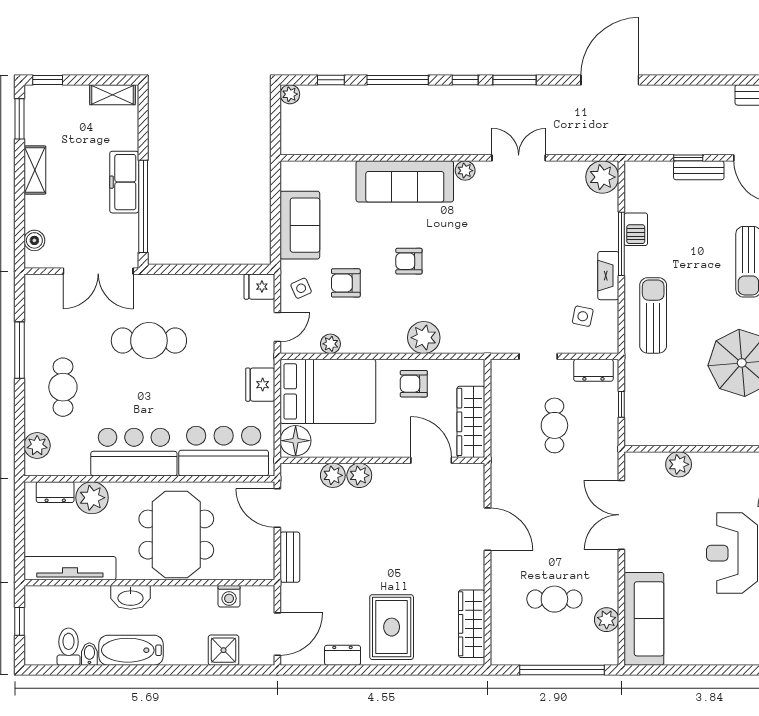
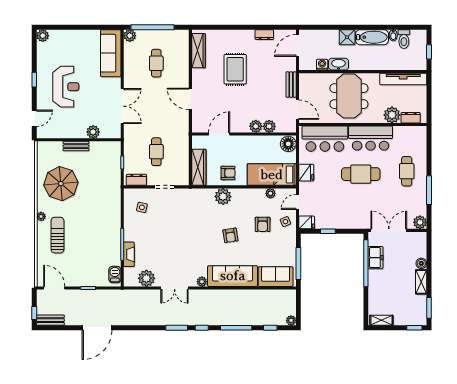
door: (610, 80) -> (97, 328), moved
bench: (699, 170) -> (76, 146), moved
plant: (602, 177) -> (146, 278), moved
freezer: (124, 182) -> (376, 258), moved, width x0.71
window: (276, 206) -> (298, 264), added
sofa: (300, 225) -> (276, 277), moved, turned 90
barbecue: (636, 229) -> (115, 275), moved
boiler: (34, 240) -> (421, 263), moved
armchair: (409, 261) -> (230, 235), turned 81
window: (218, 269) -> (328, 231), added
fireplace: (608, 276) -> (129, 254), moved
armchair: (346, 283) -> (263, 224), turned 90
sun lounger: (653, 315) -> (106, 208), removed
cafe table: (149, 341) -> (361, 174), moved
bed: (328, 391) -> (272, 175), width x0.67
wardrobe: (471, 422) -> (199, 167), moved
plant: (37, 446) -> (420, 222), moved
door: (431, 460) -> (219, 134), swing flipped
washbasin: (130, 597) -> (339, 64), moved
cafe table: (554, 599) -> (156, 63), turned 90
plant: (607, 620) -> (130, 36), moved
rug: (392, 627) -> (235, 69), moved
shower: (224, 650) -> (347, 37), moved

